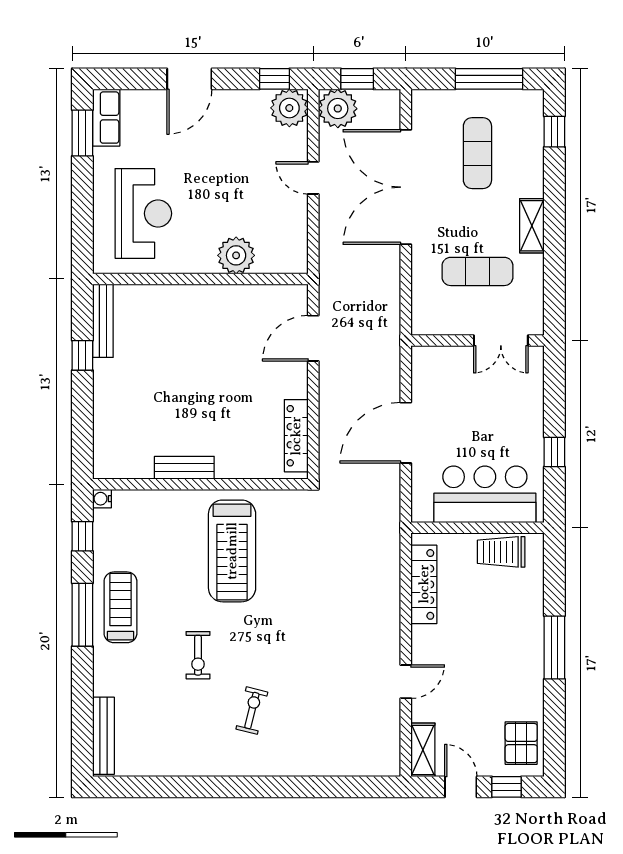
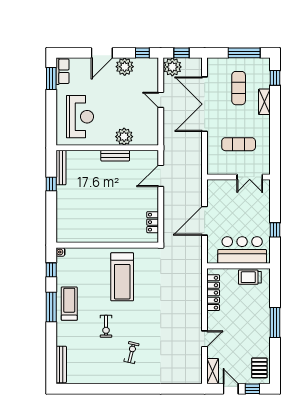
plant: (289, 108) -> (125, 67), moved
shelving: (532, 226) -> (264, 102), moved
locker: (296, 436) -> (153, 222), width x0.66
bench: (184, 468) -> (115, 156), moved

